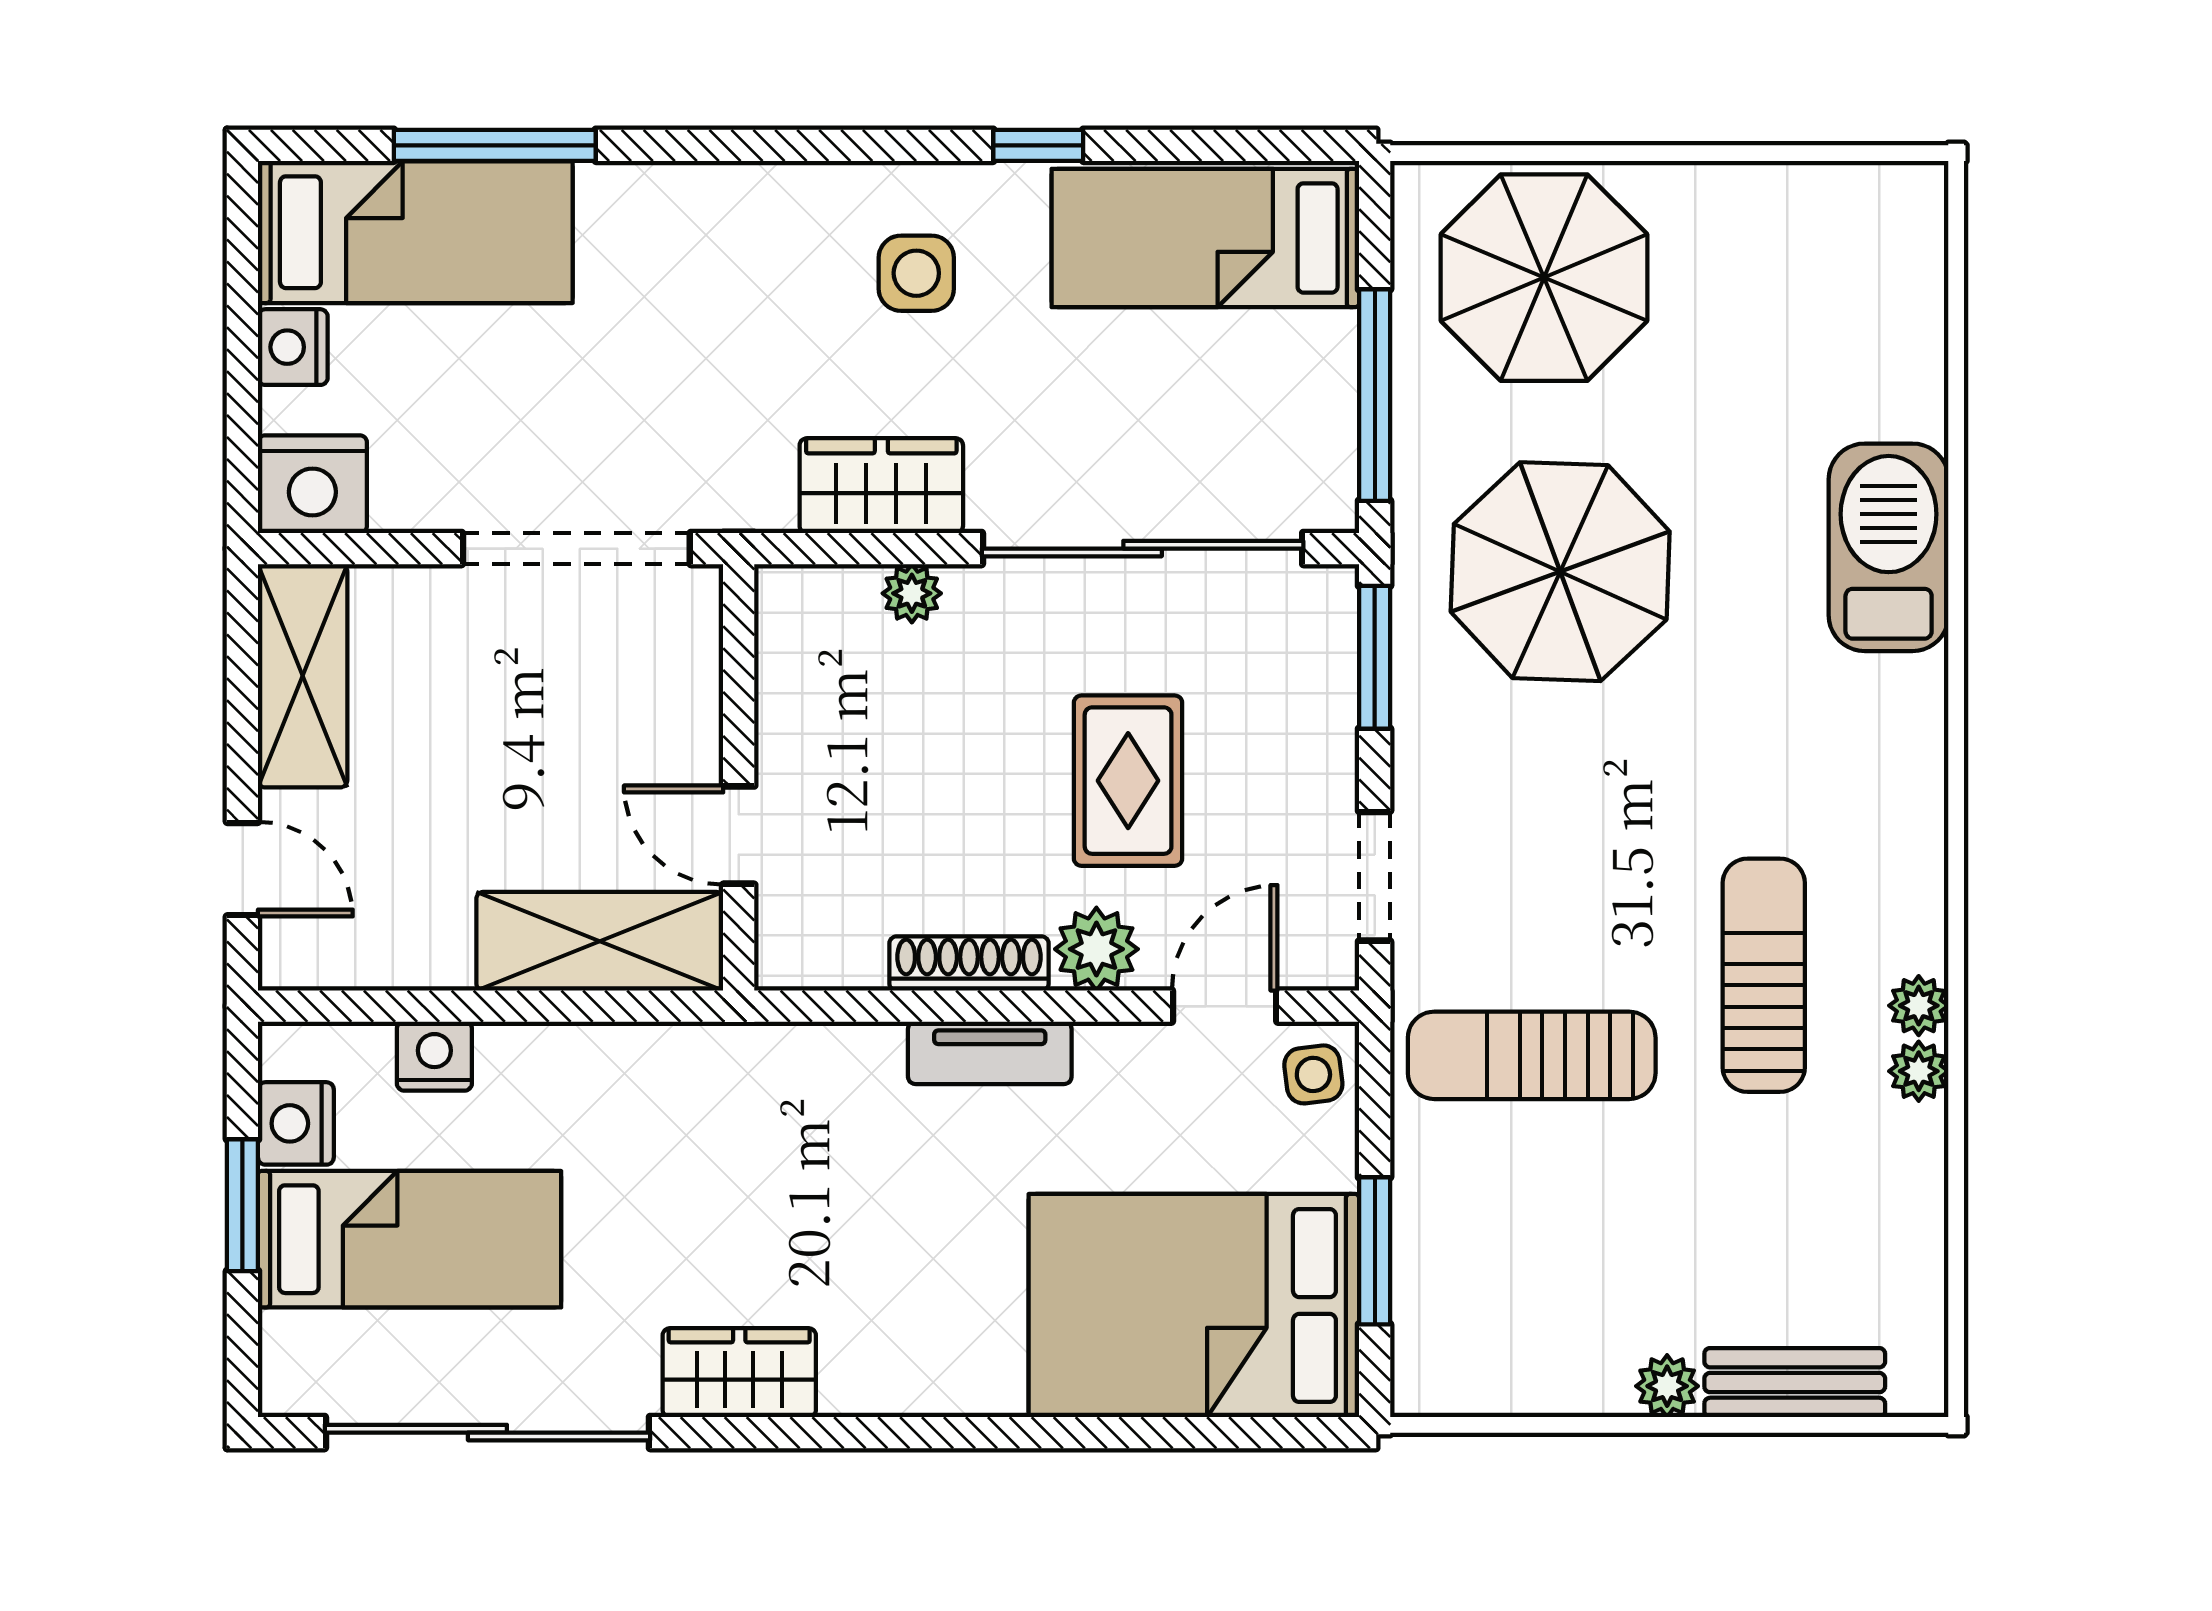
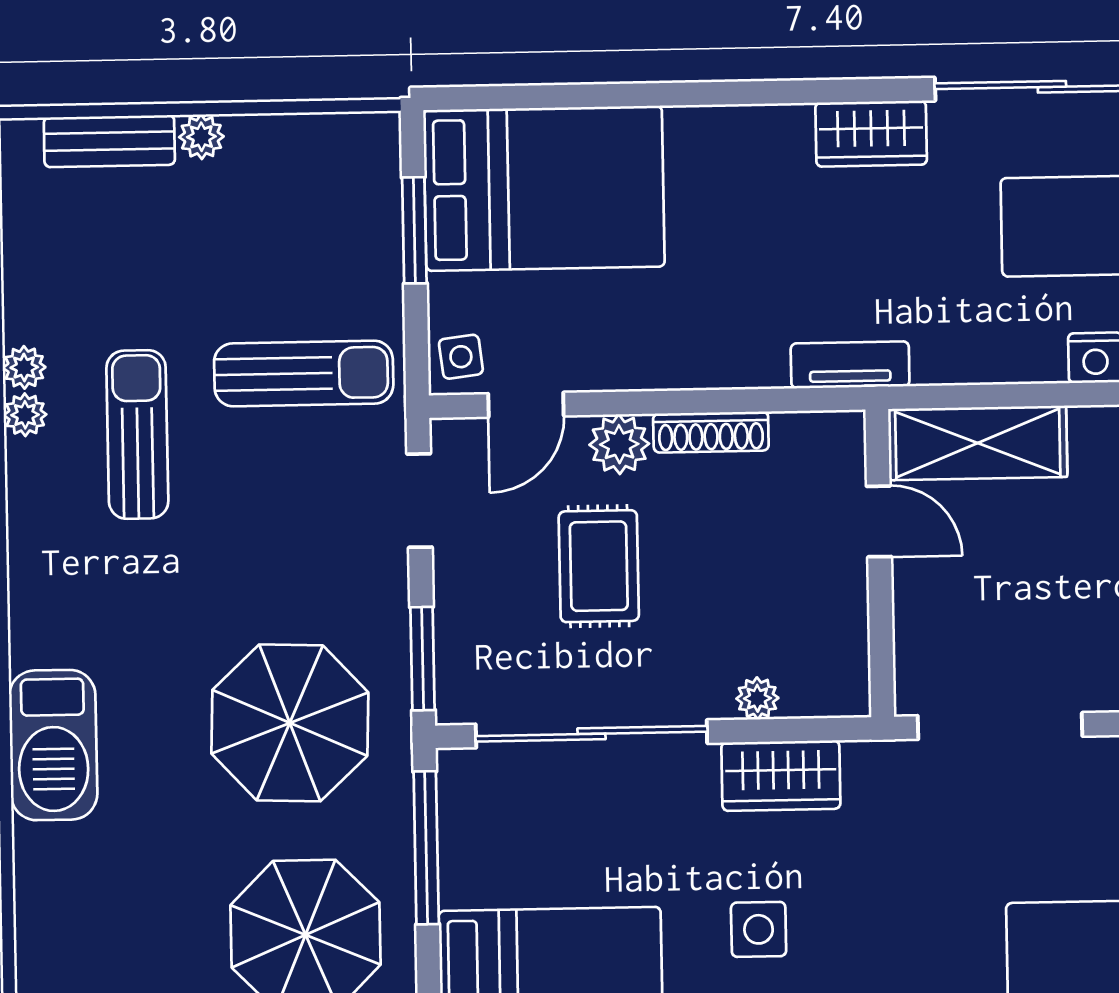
sun lounger: (1764, 975) -> (137, 435), turned 180
tv unit: (990, 1053) -> (850, 365), moved

